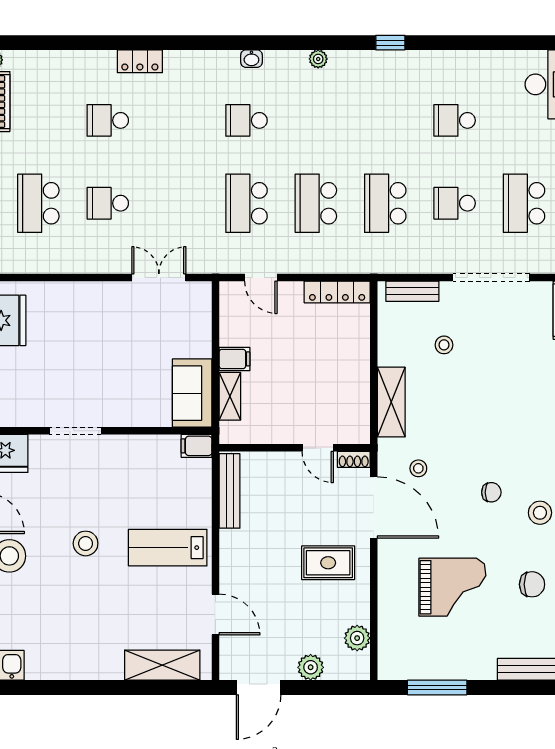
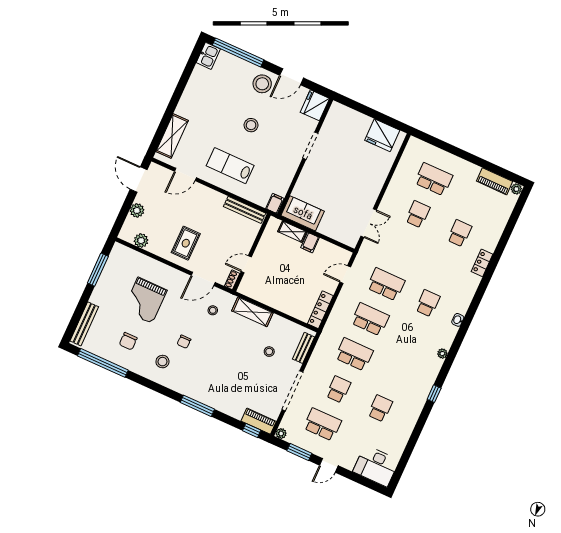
door: (374, 508) -> (203, 279), width x0.73
lab bench: (168, 548) -> (230, 166), turned -90

